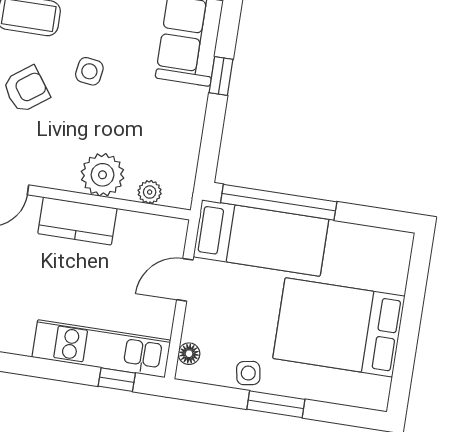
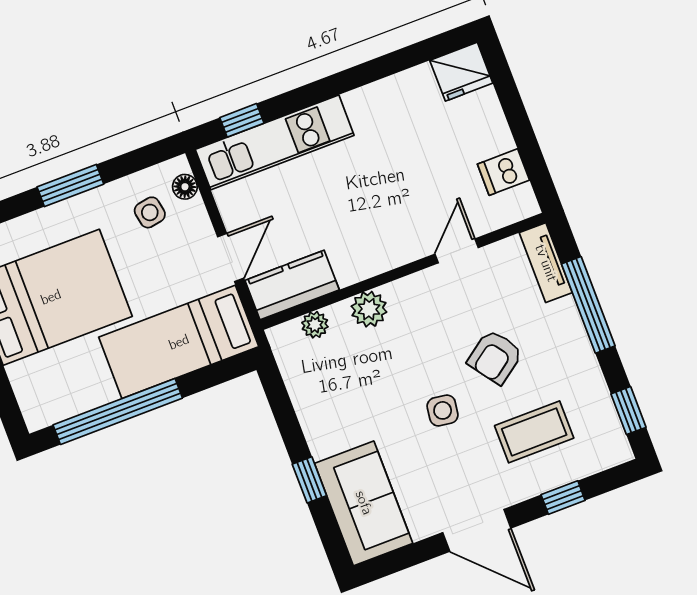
plant: (102, 175) -> (369, 309), width x0.73, depth x0.73
window: (279, 202) -> (118, 411), moved
kitchen counter: (77, 221) -> (292, 285), moved
side table: (248, 373) -> (150, 212), moved

